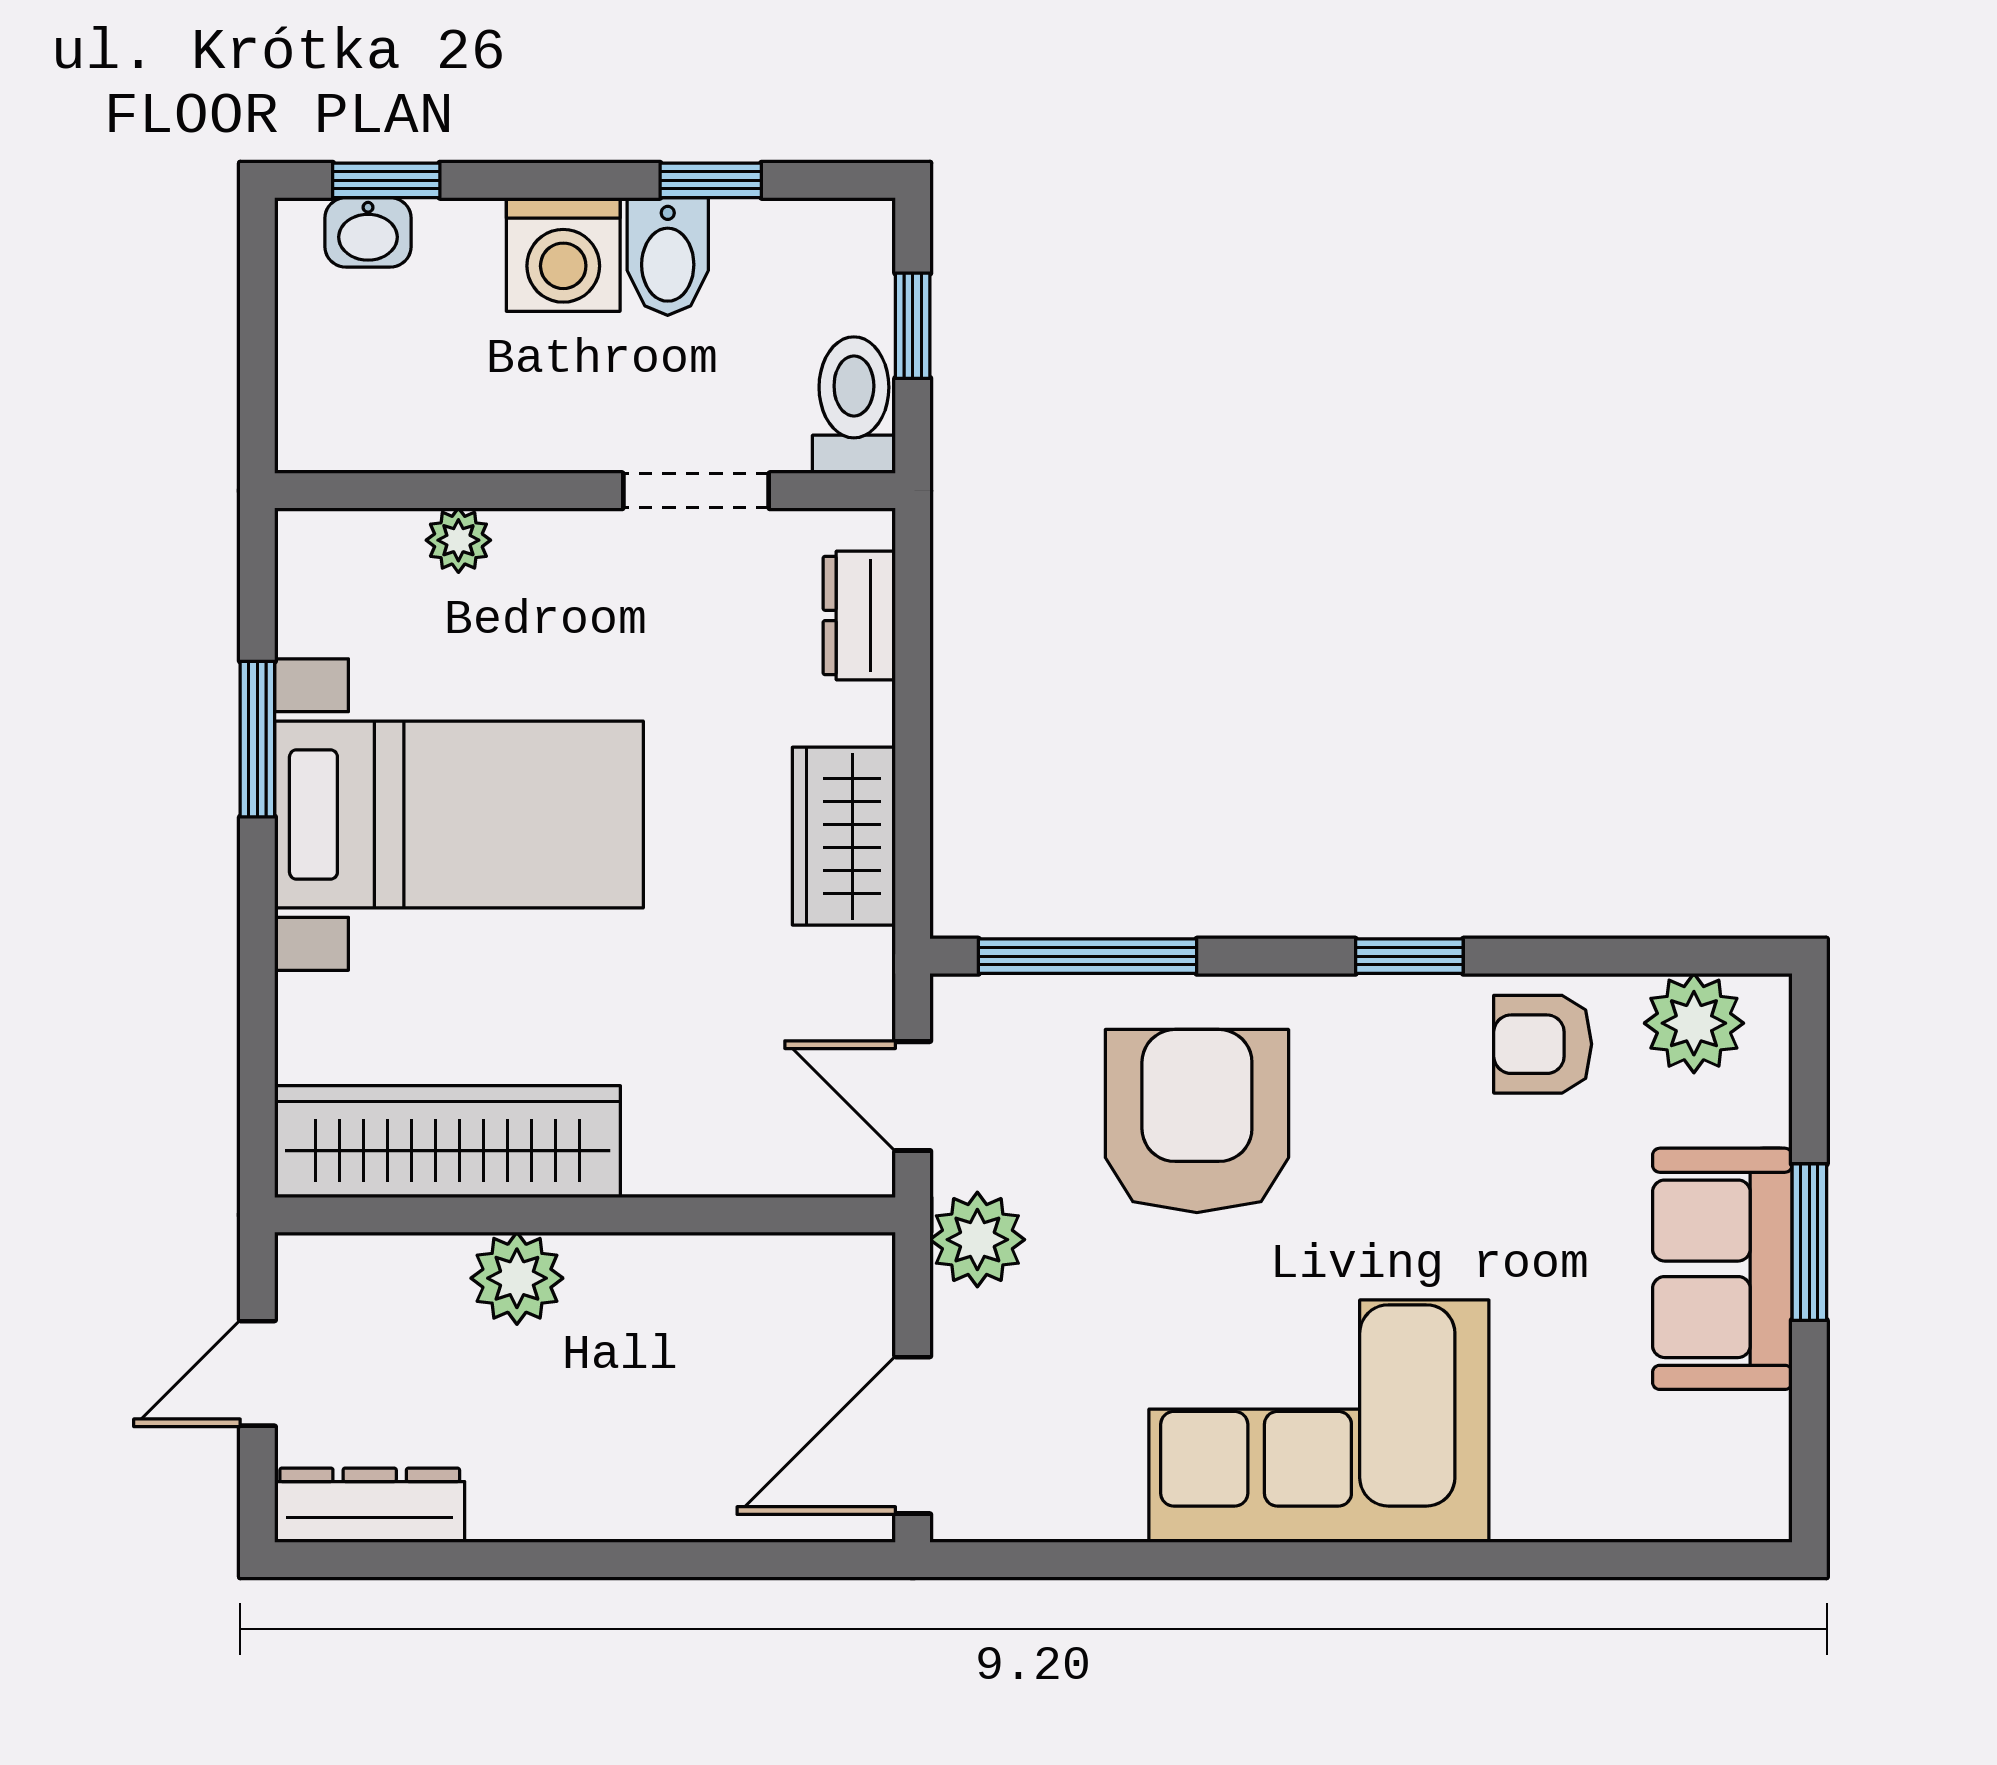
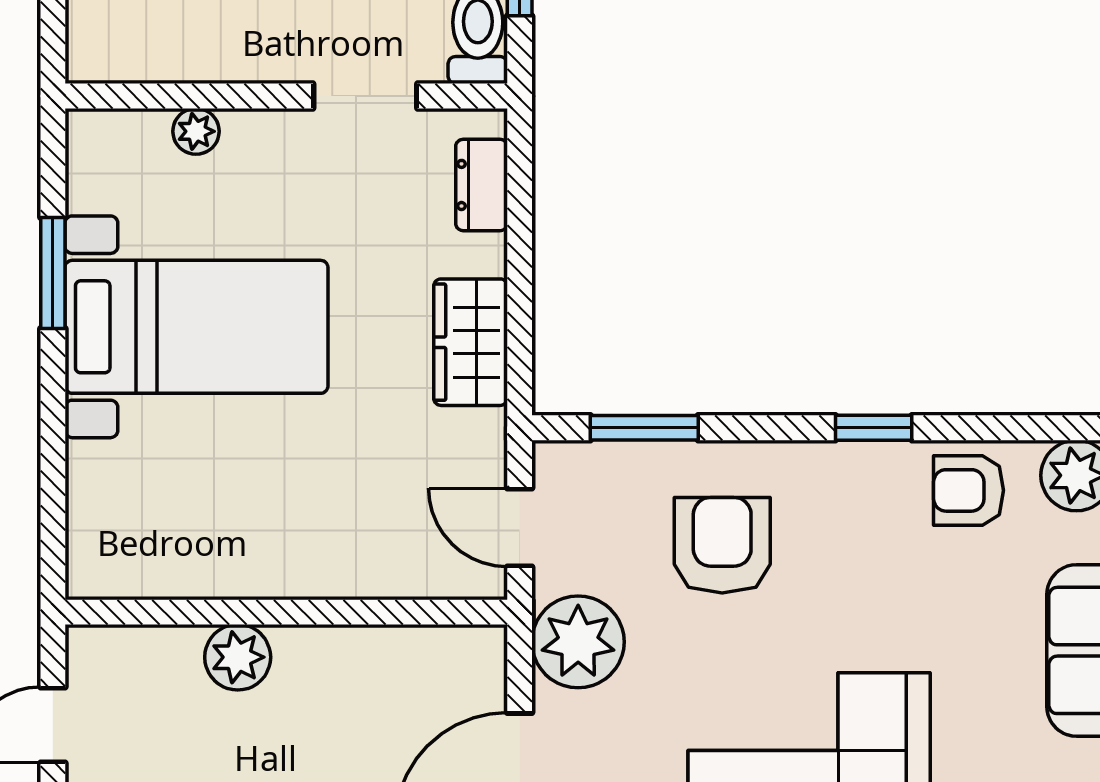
window: (1088, 956) -> (644, 428), width x0.69
armchair: (1197, 1121) -> (722, 545), width x0.73, depth x0.73
wardrobe: (448, 1142) -> (188, 560), removed
plant: (977, 1240) -> (578, 642), width x1.36, depth x1.36

